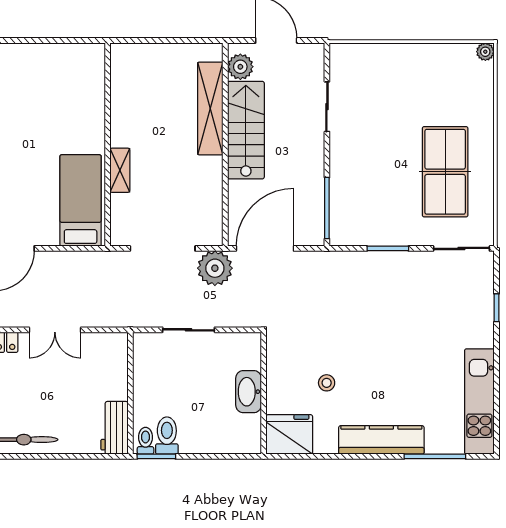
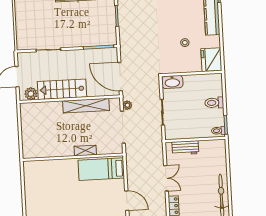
shelving: (210, 108) -> (86, 106), moved
plant: (215, 268) -> (127, 105), width x0.53, depth x0.53
washbasin: (249, 392) -> (172, 82), moved
workbench: (114, 428) -> (185, 148), moved
toilet: (167, 436) -> (214, 103), moved

